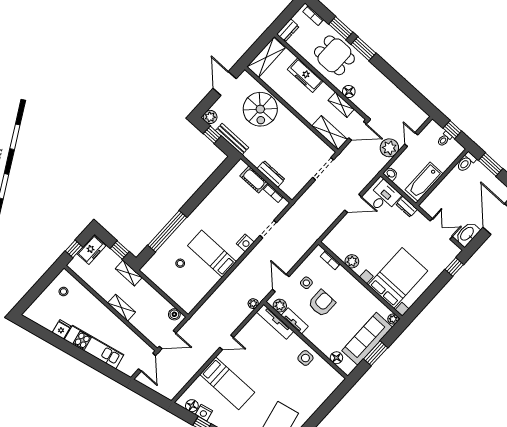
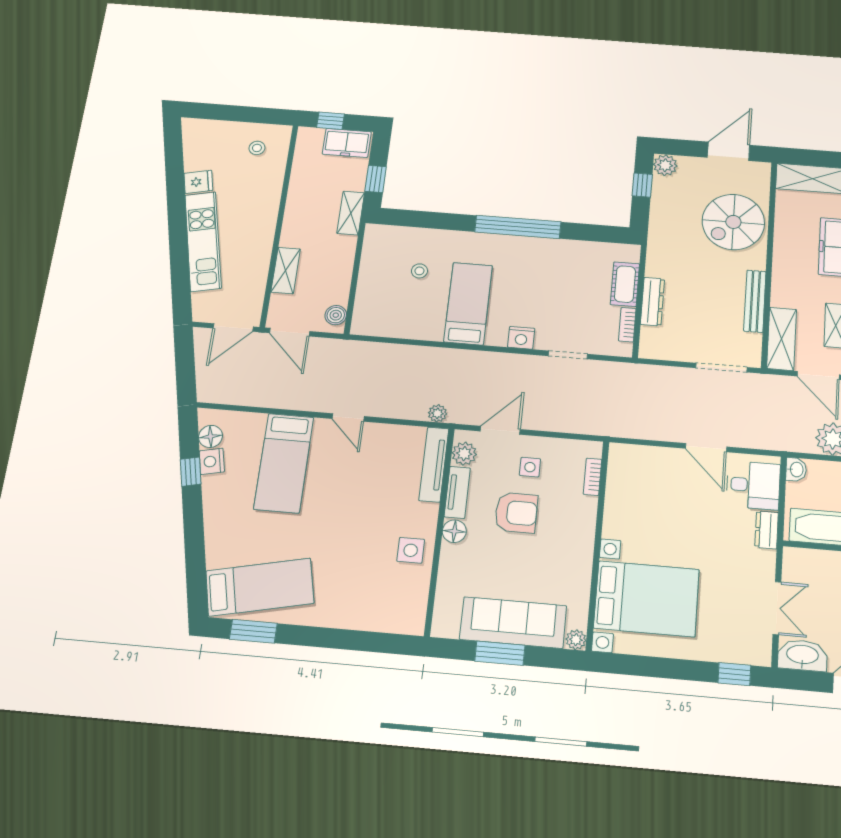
bench: (232, 139) -> (755, 301), moved
window: (167, 231) -> (518, 227), moved
plant: (352, 261) -> (617, 510), removed
shelving: (121, 308) -> (286, 270), moved
floor lamp: (336, 358) -> (454, 531), moved

